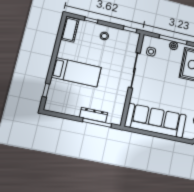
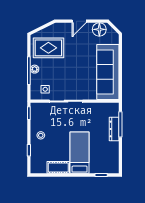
cot: (70, 29) -> (58, 167), moved

